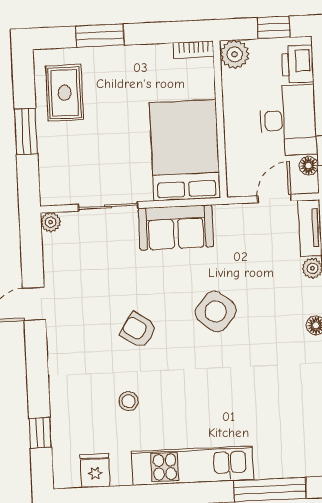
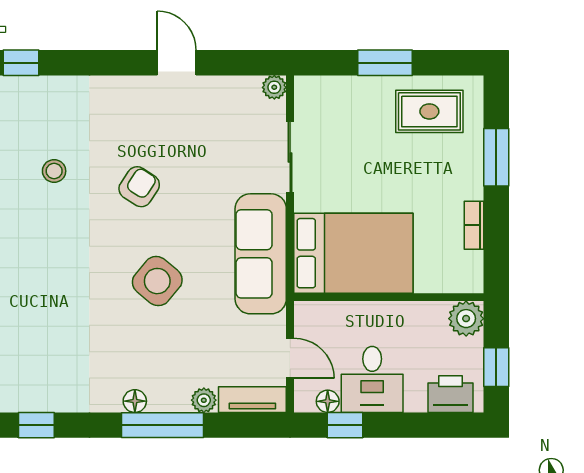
bookcase: (194, 50) -> (474, 225), moved
desk: (288, 120) -> (372, 379), width x0.73
sofa: (176, 228) -> (261, 254), width x1.36

